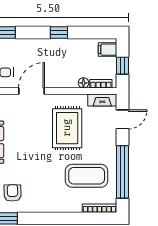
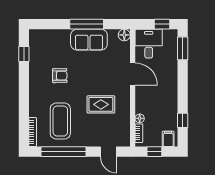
window: (59, 33) -> (183, 120), moved
fireplace: (102, 100) -> (125, 134), removed
rug: (67, 128) -> (101, 104), width x0.73, depth x0.70
armchair: (13, 193) -> (60, 76), moved

